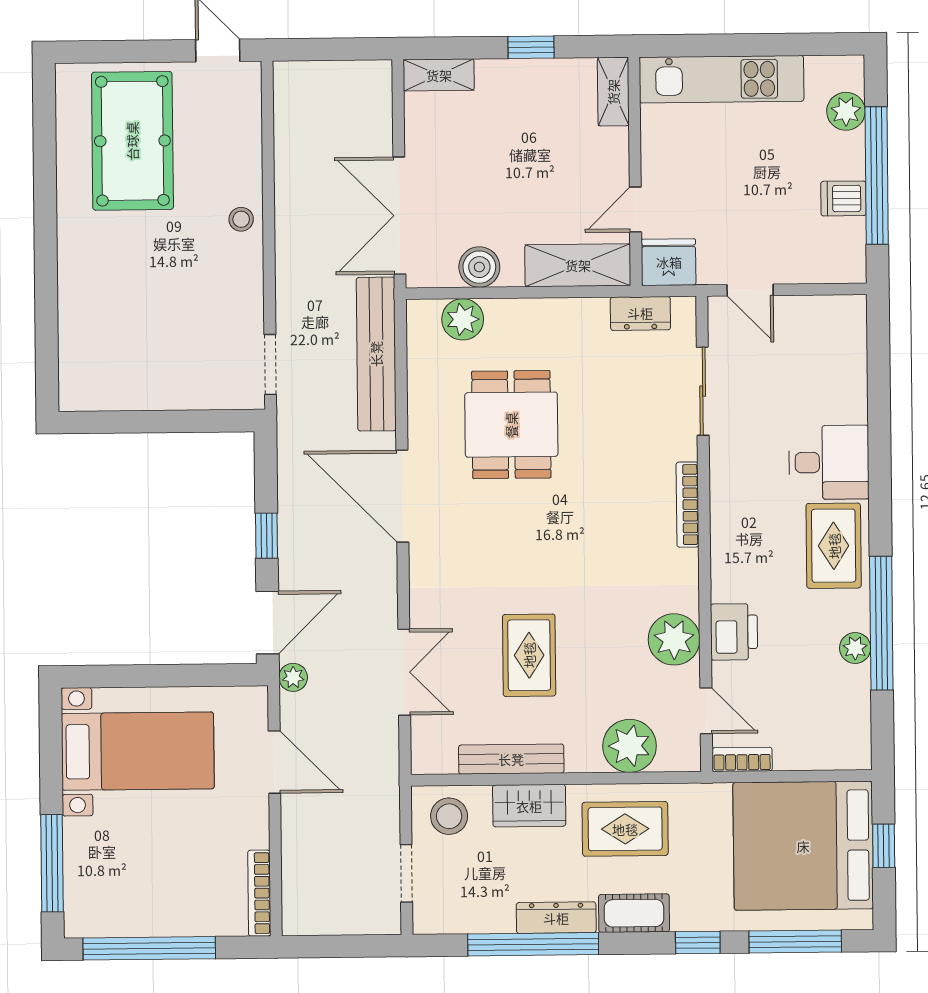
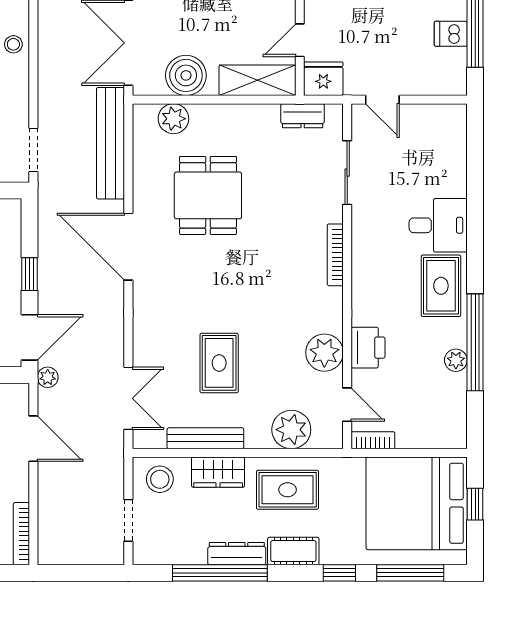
boiler: (479, 267) -> (186, 75), width x1.37, depth x1.37
double door: (404, 672) -> (128, 398), moved

